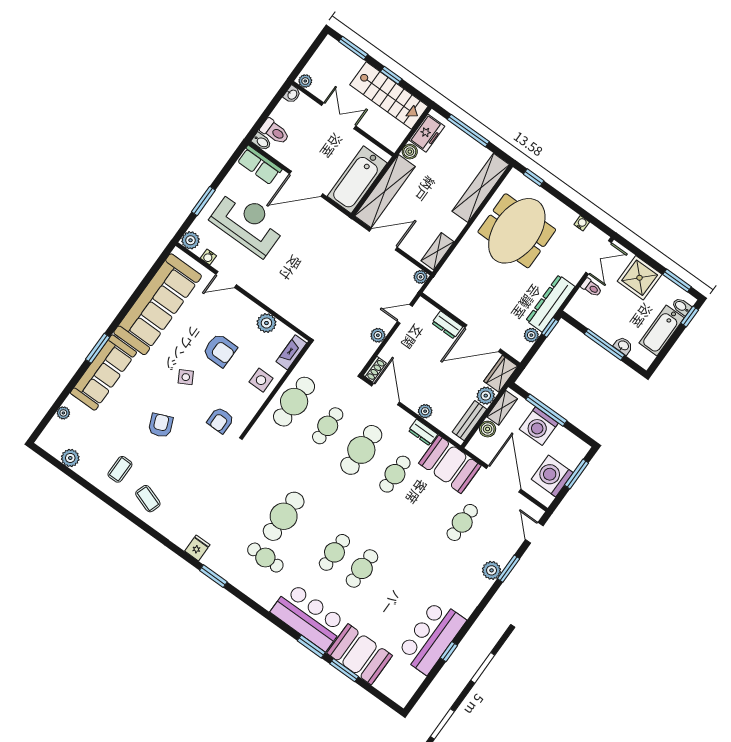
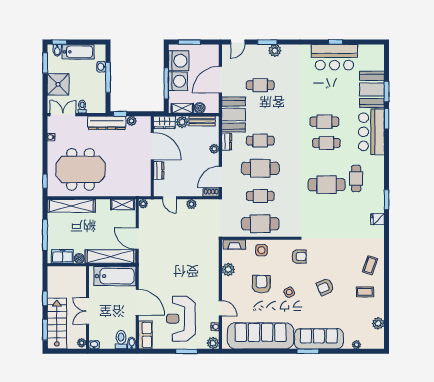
stairs: (389, 96) -> (57, 324), moved
washing machine: (552, 476) -> (179, 61), moved, turned -90

